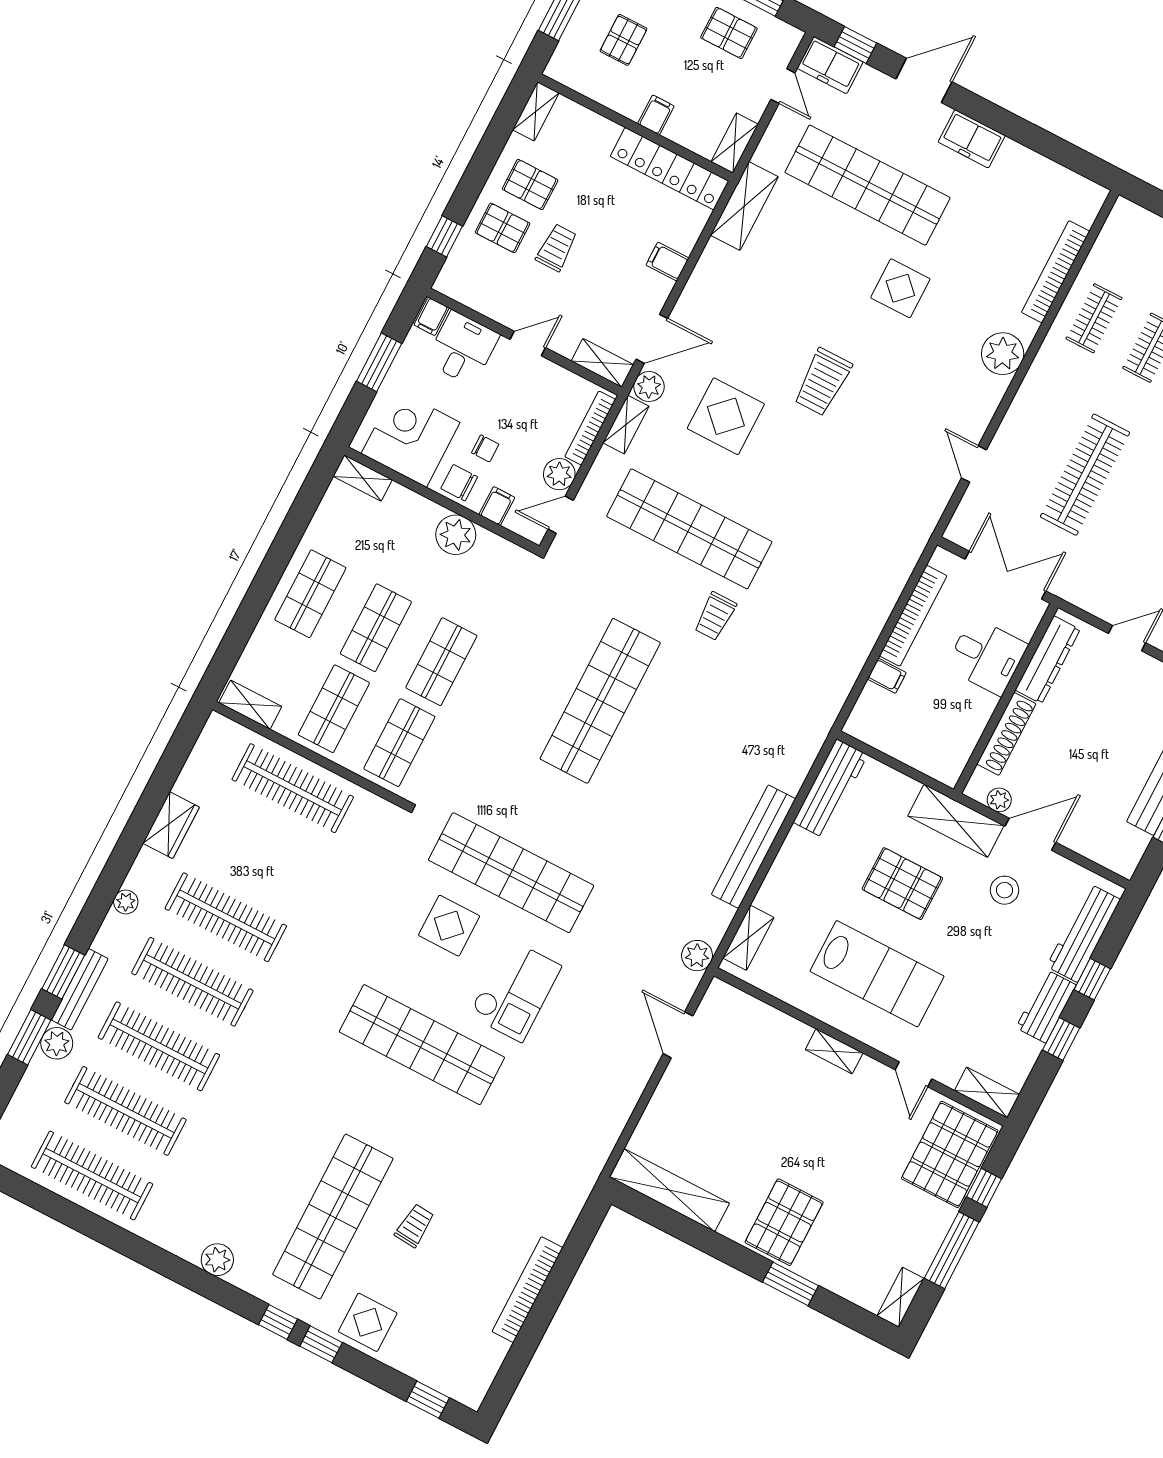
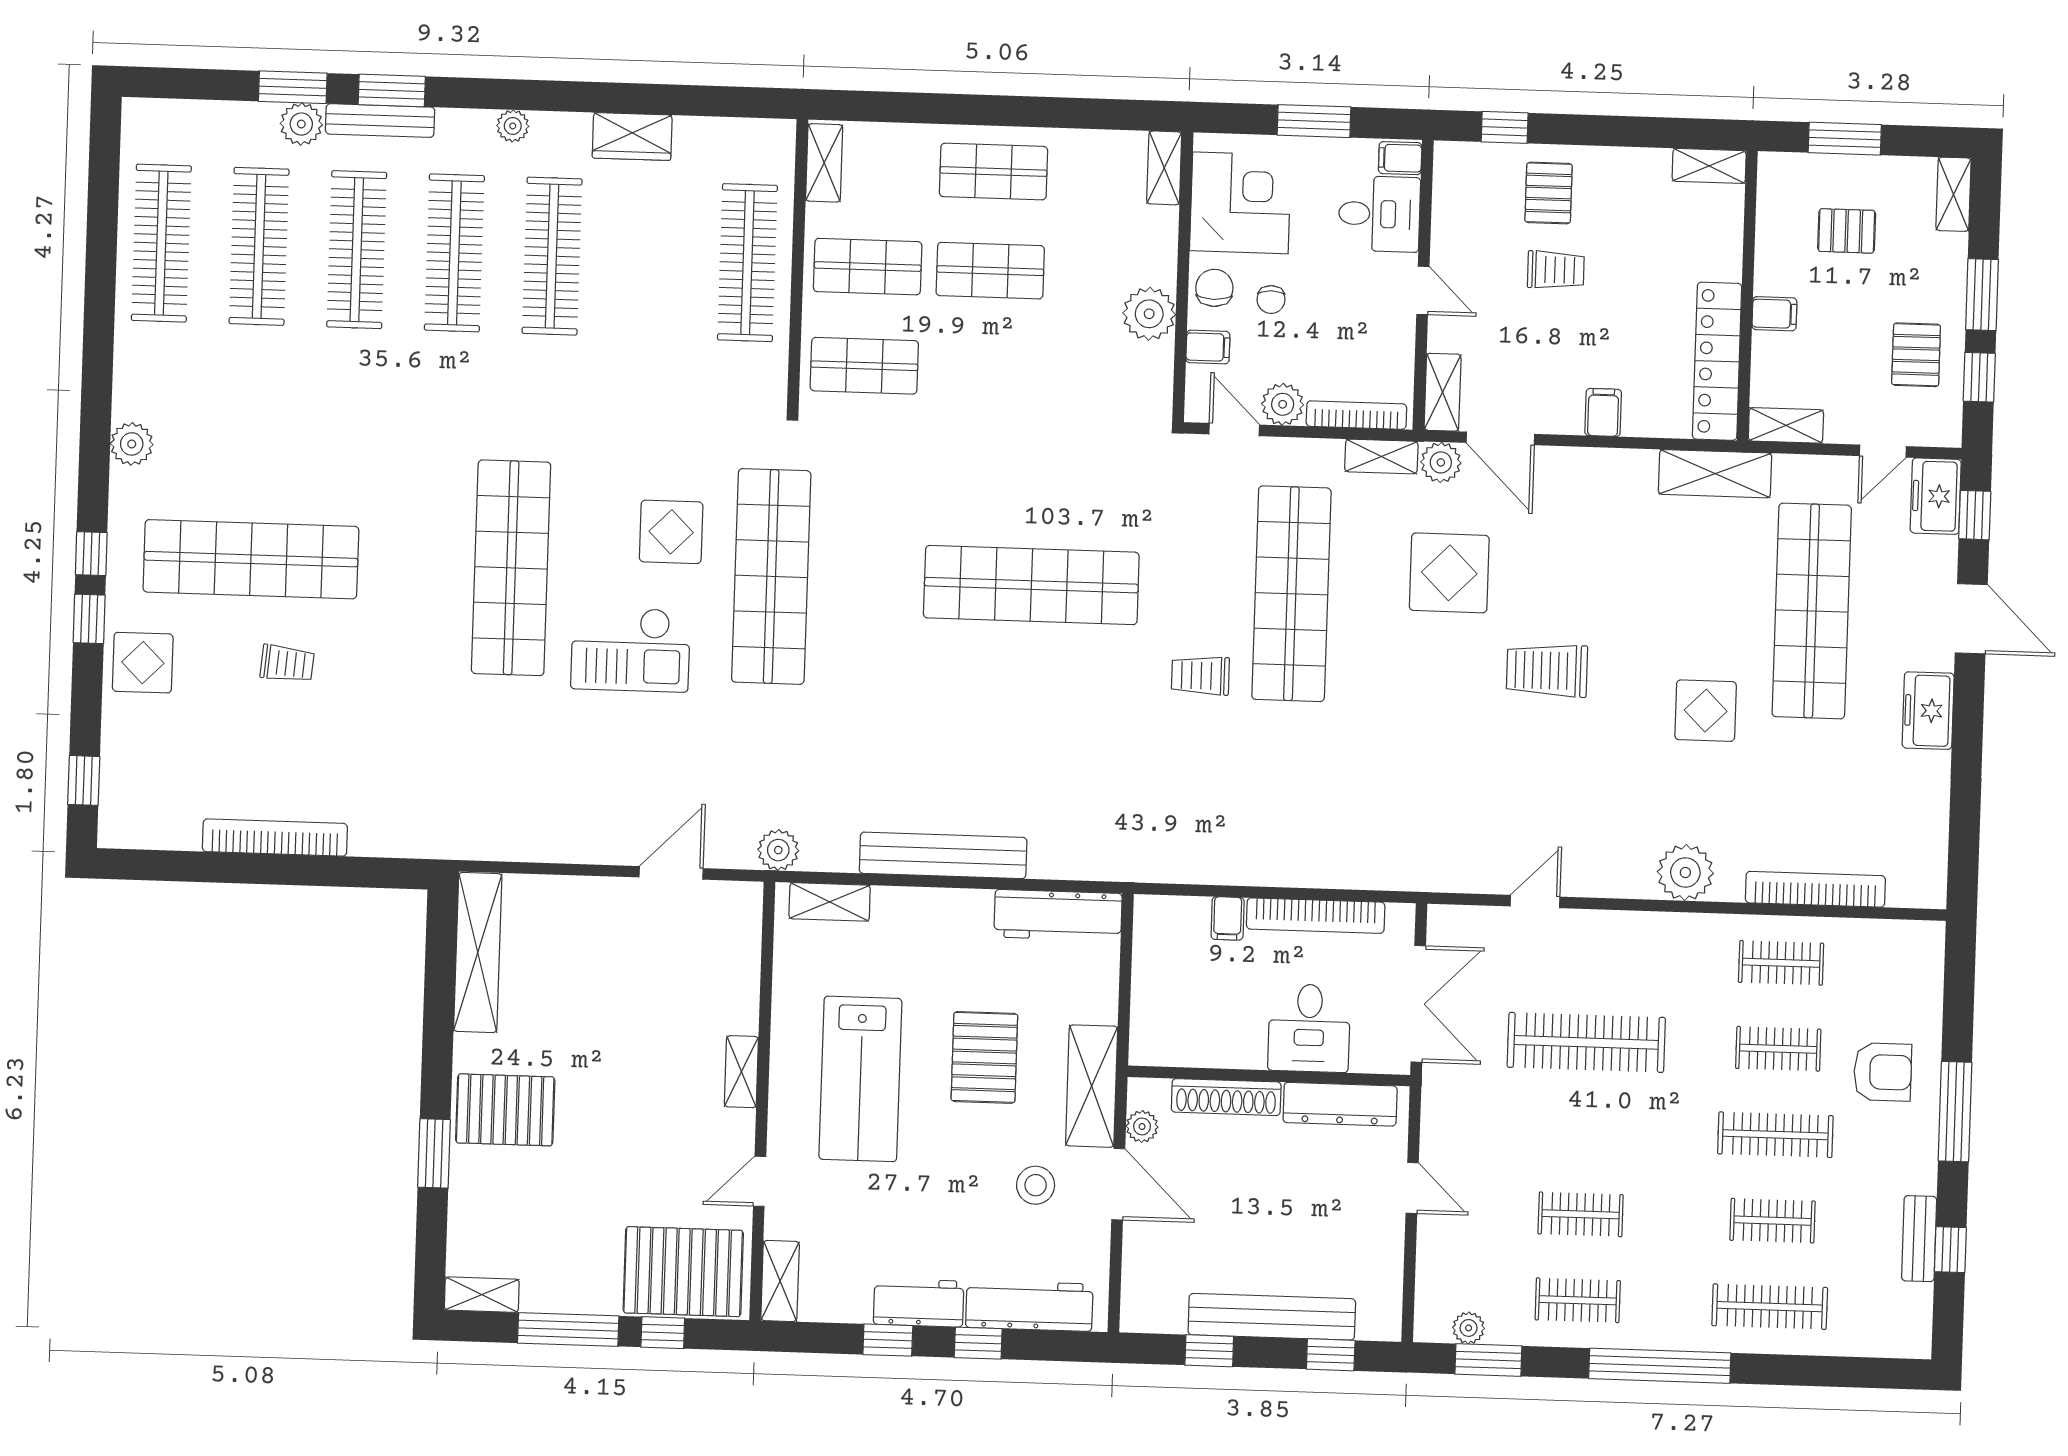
pallet: (530, 185) -> (1617, 201), removed
shop shelf: (441, 662) -> (987, 370), removed

